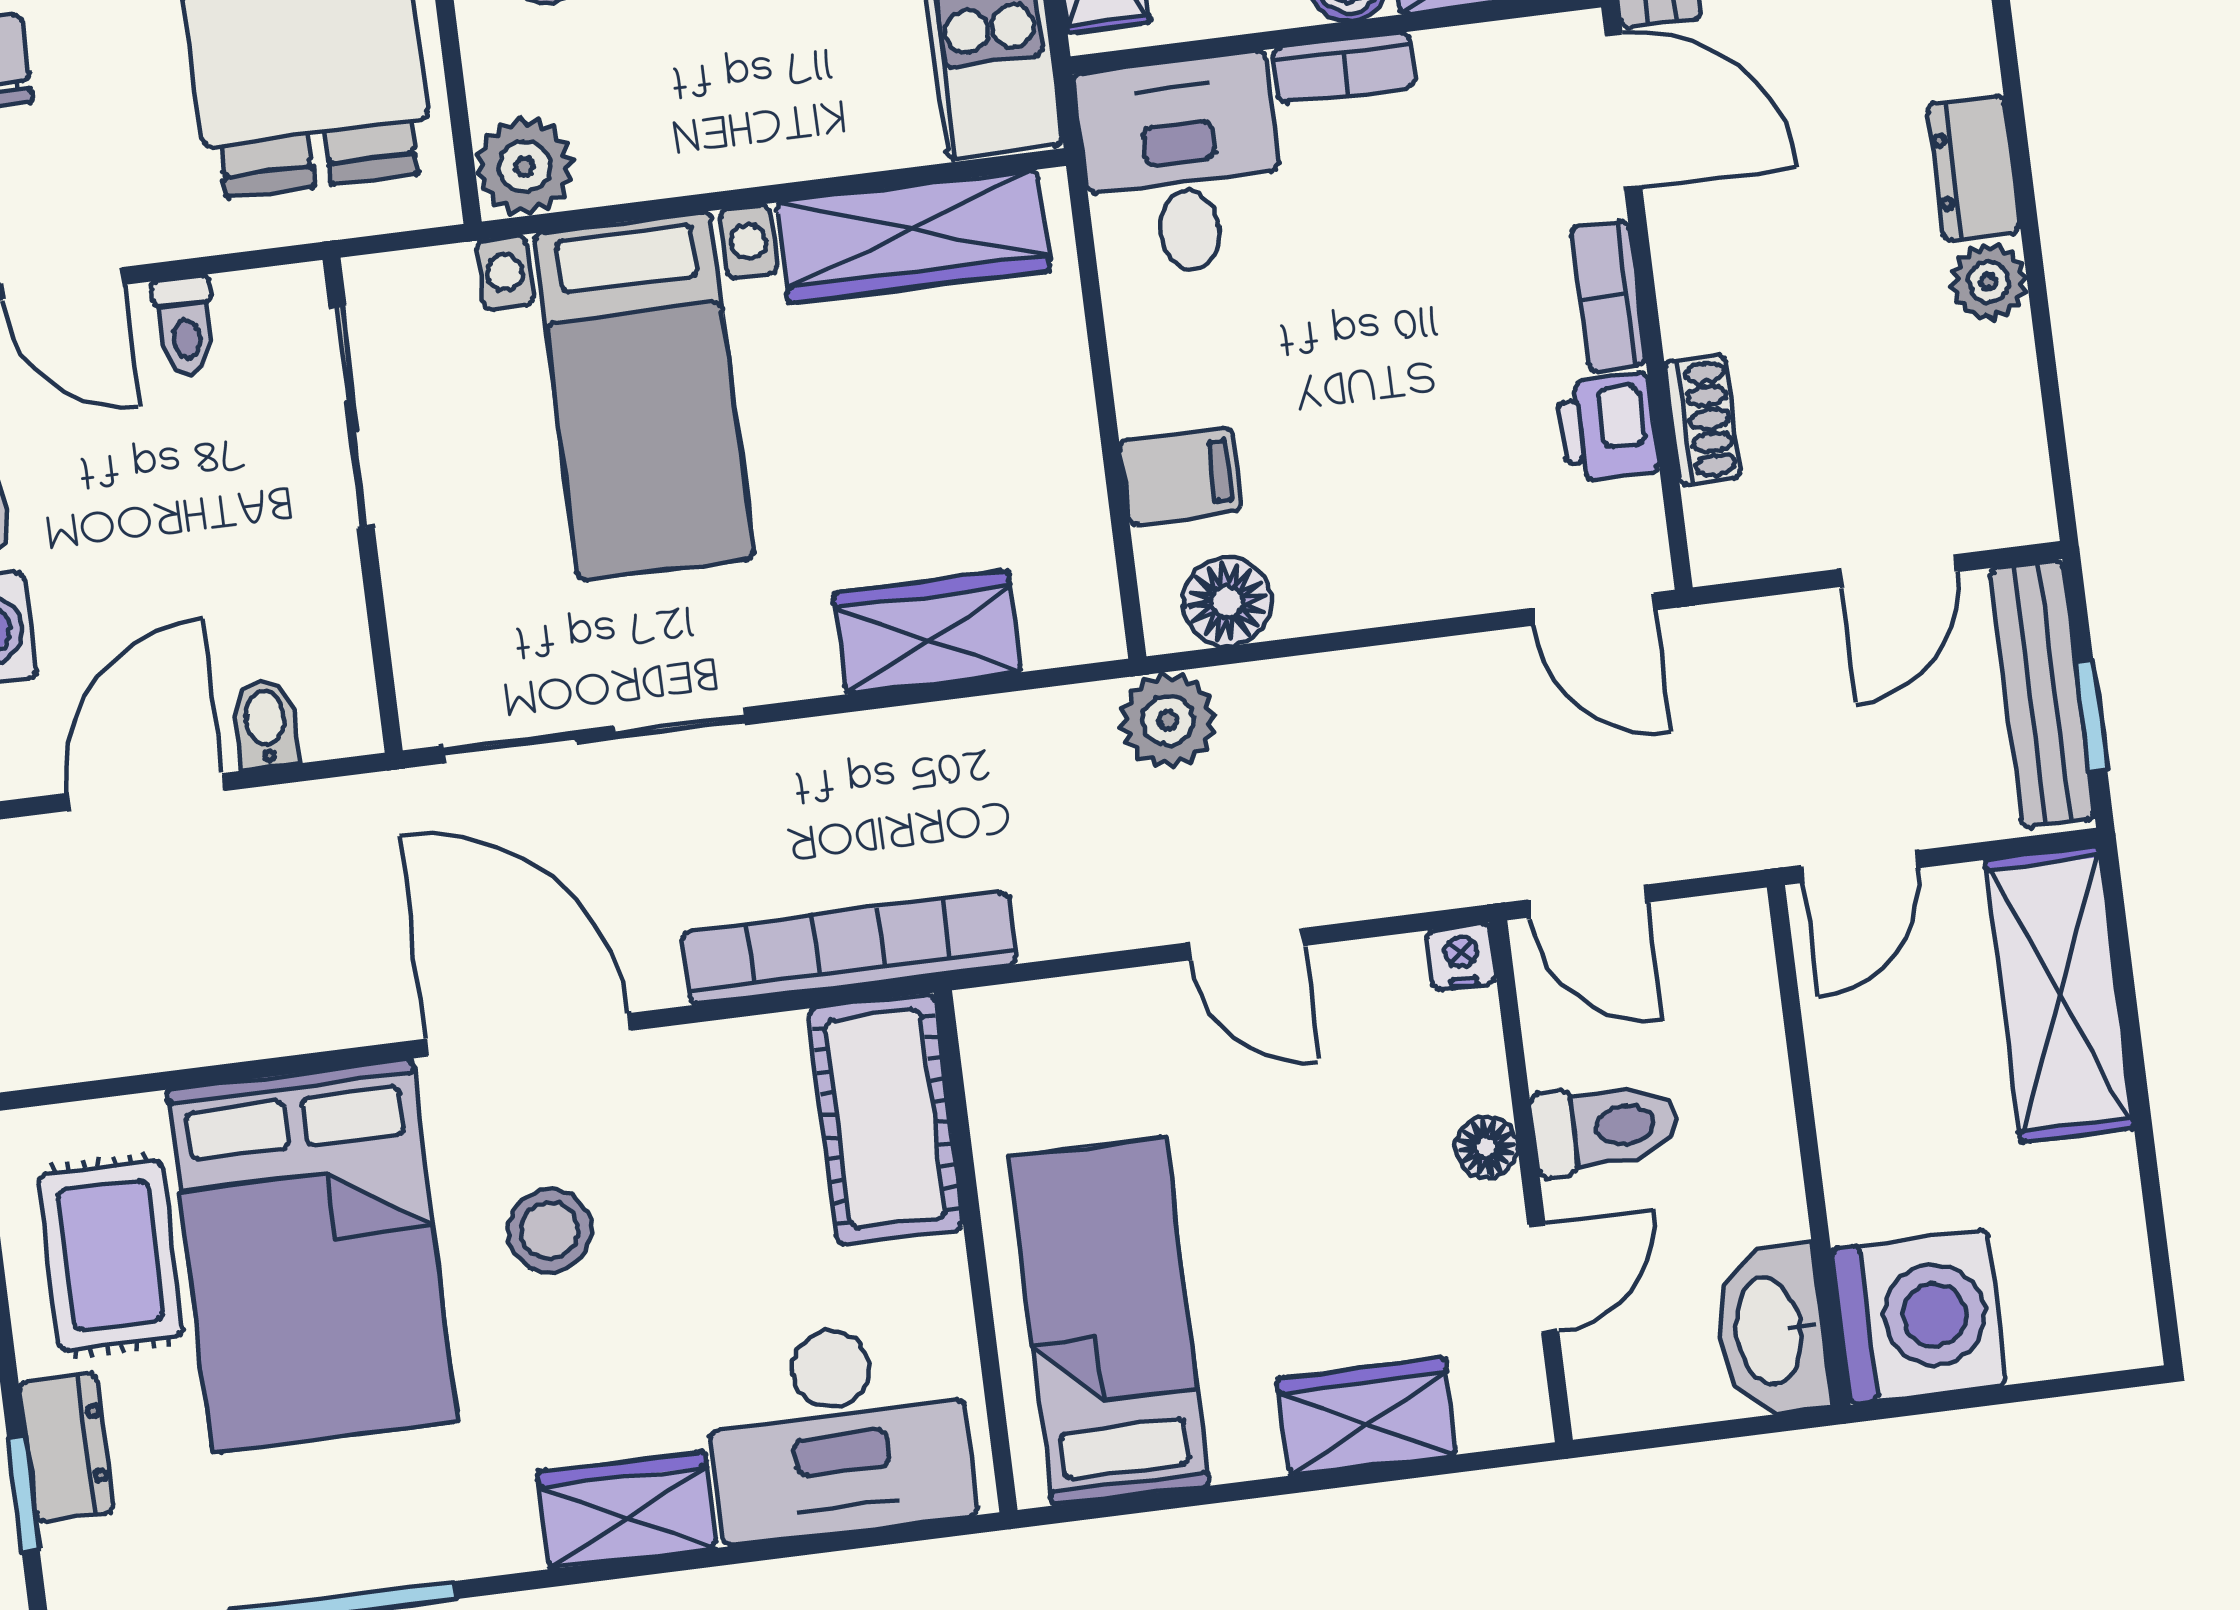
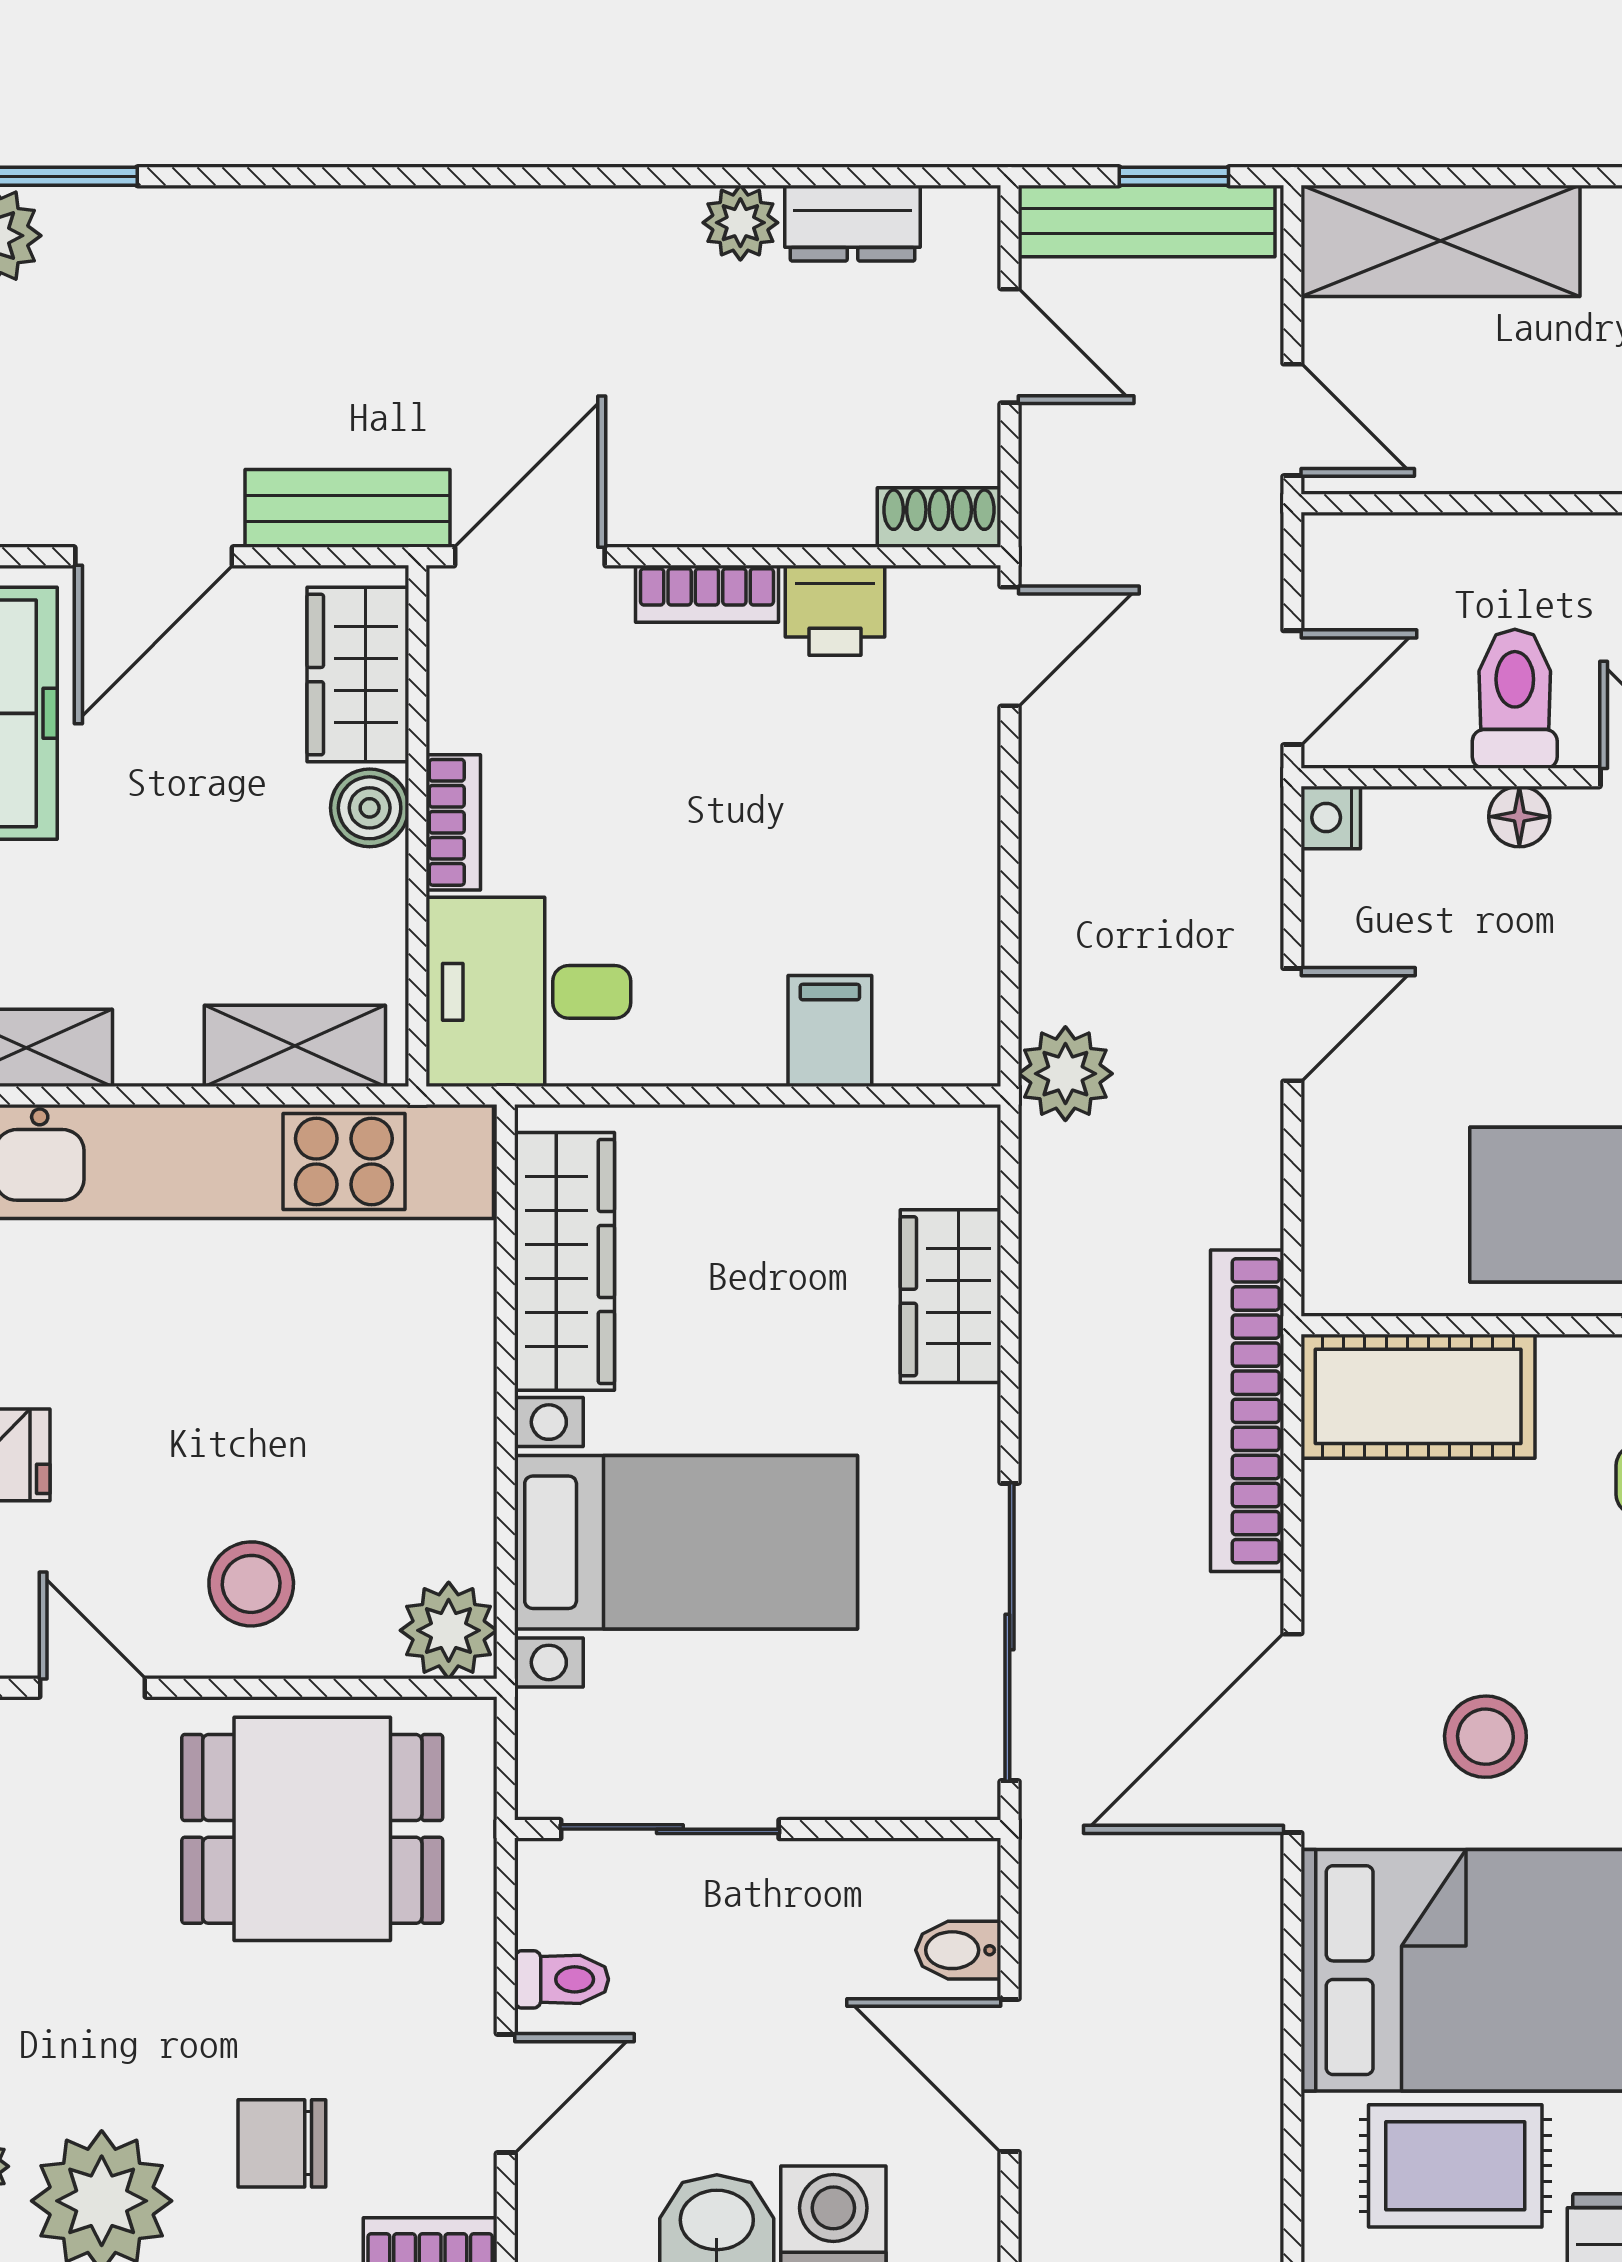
dresser: (1974, 168) -> (853, 223), moved
shoe rack: (1702, 420) -> (939, 518), moved
floor lamp: (1227, 602) -> (957, 1001), removed

